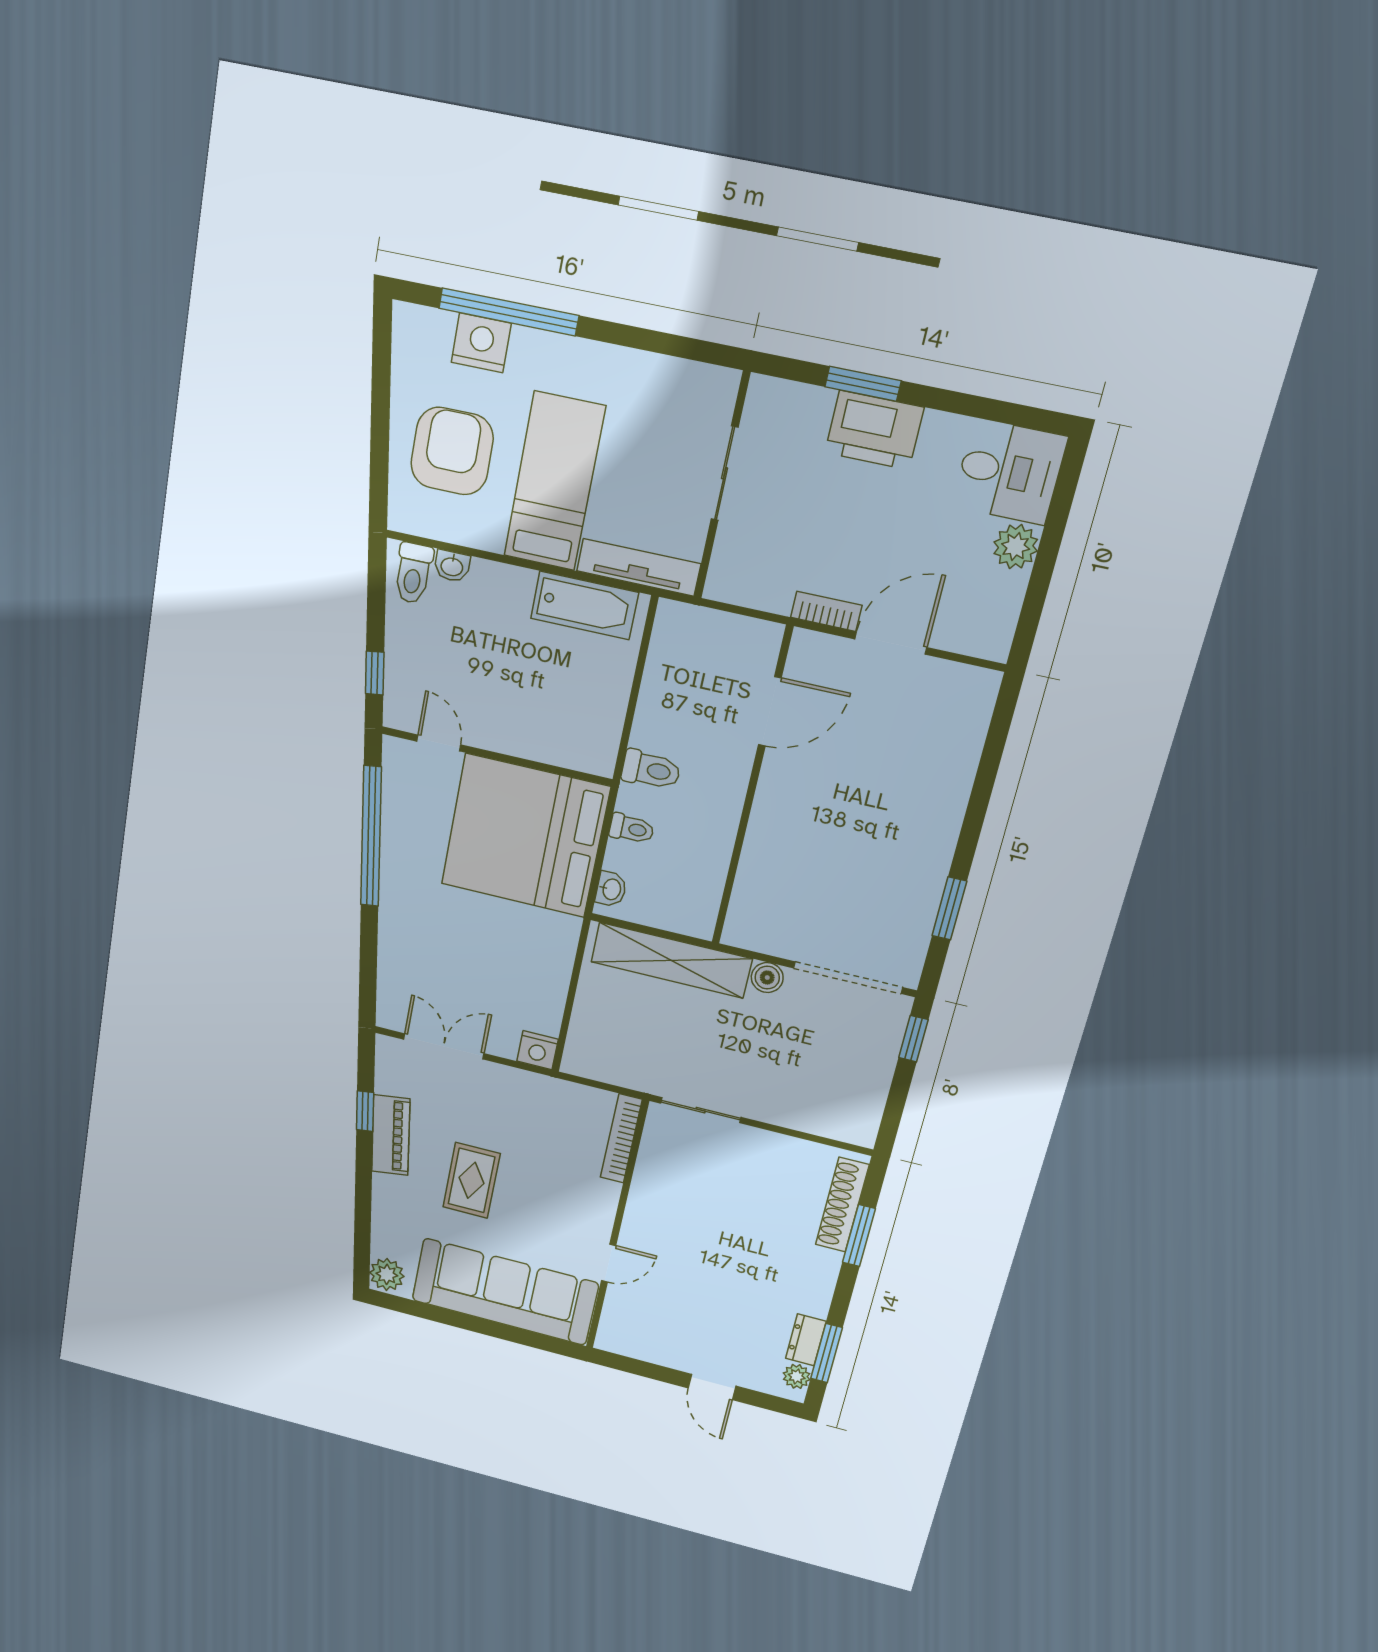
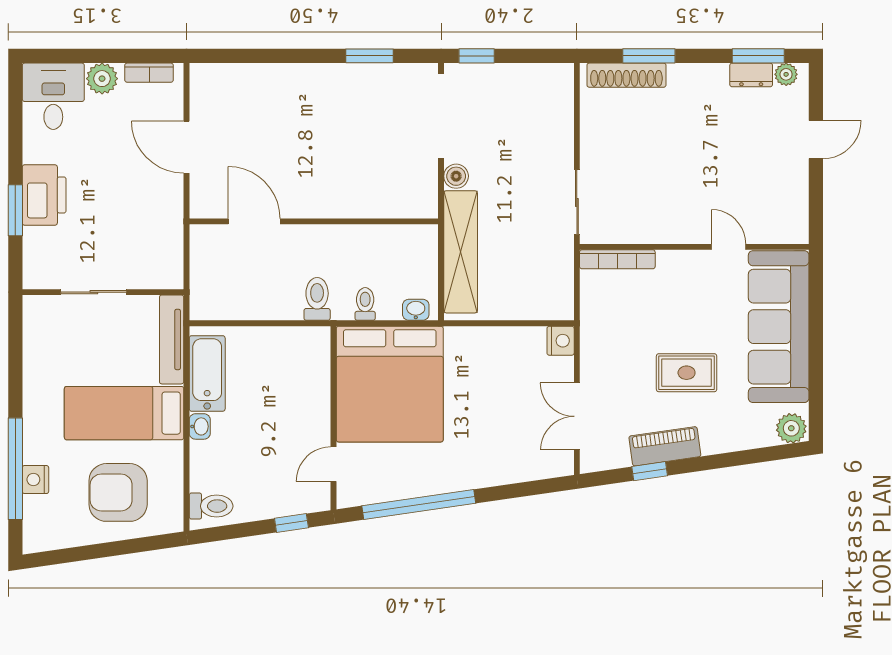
nightstand: (481, 343) -> (35, 480), width x0.74, depth x0.75
washbasin: (452, 566) -> (200, 426), moved
bookcase: (826, 611) -> (149, 73), moved, turned -90

